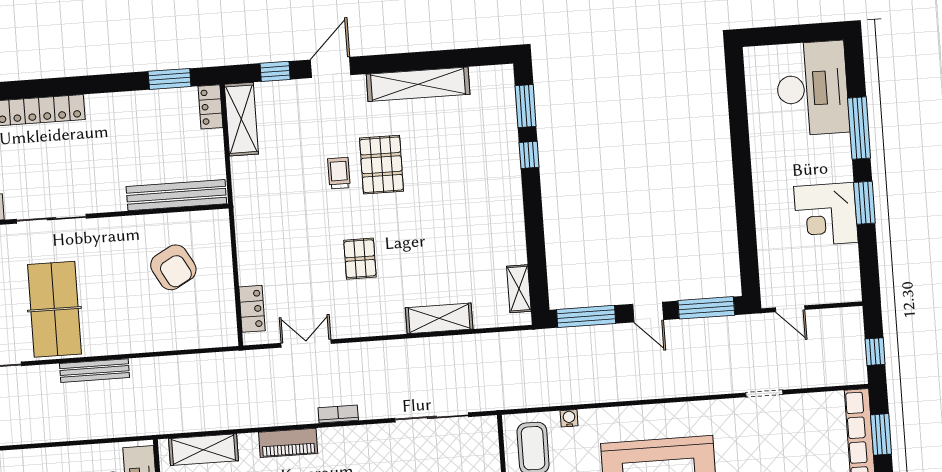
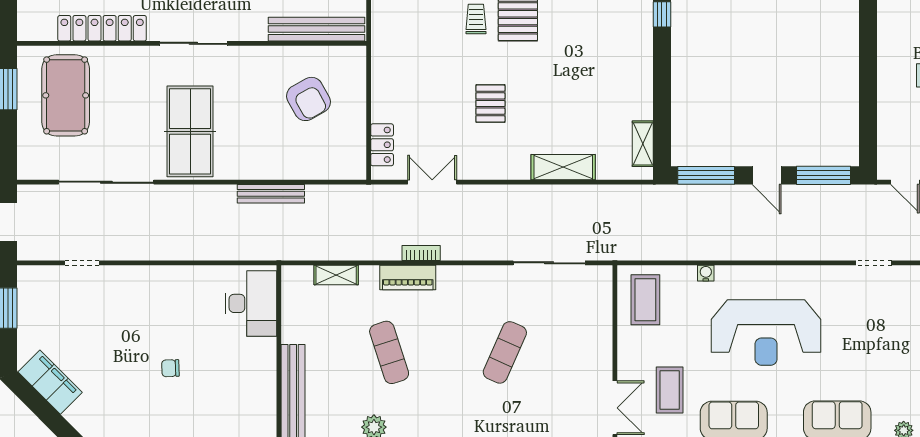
bench: (94, 371) -> (271, 194), moved
bookcase: (338, 414) -> (421, 253), moved
water cooler: (569, 418) -> (706, 273), moved
shelving: (203, 450) -> (336, 275), width x0.67, depth x0.75

